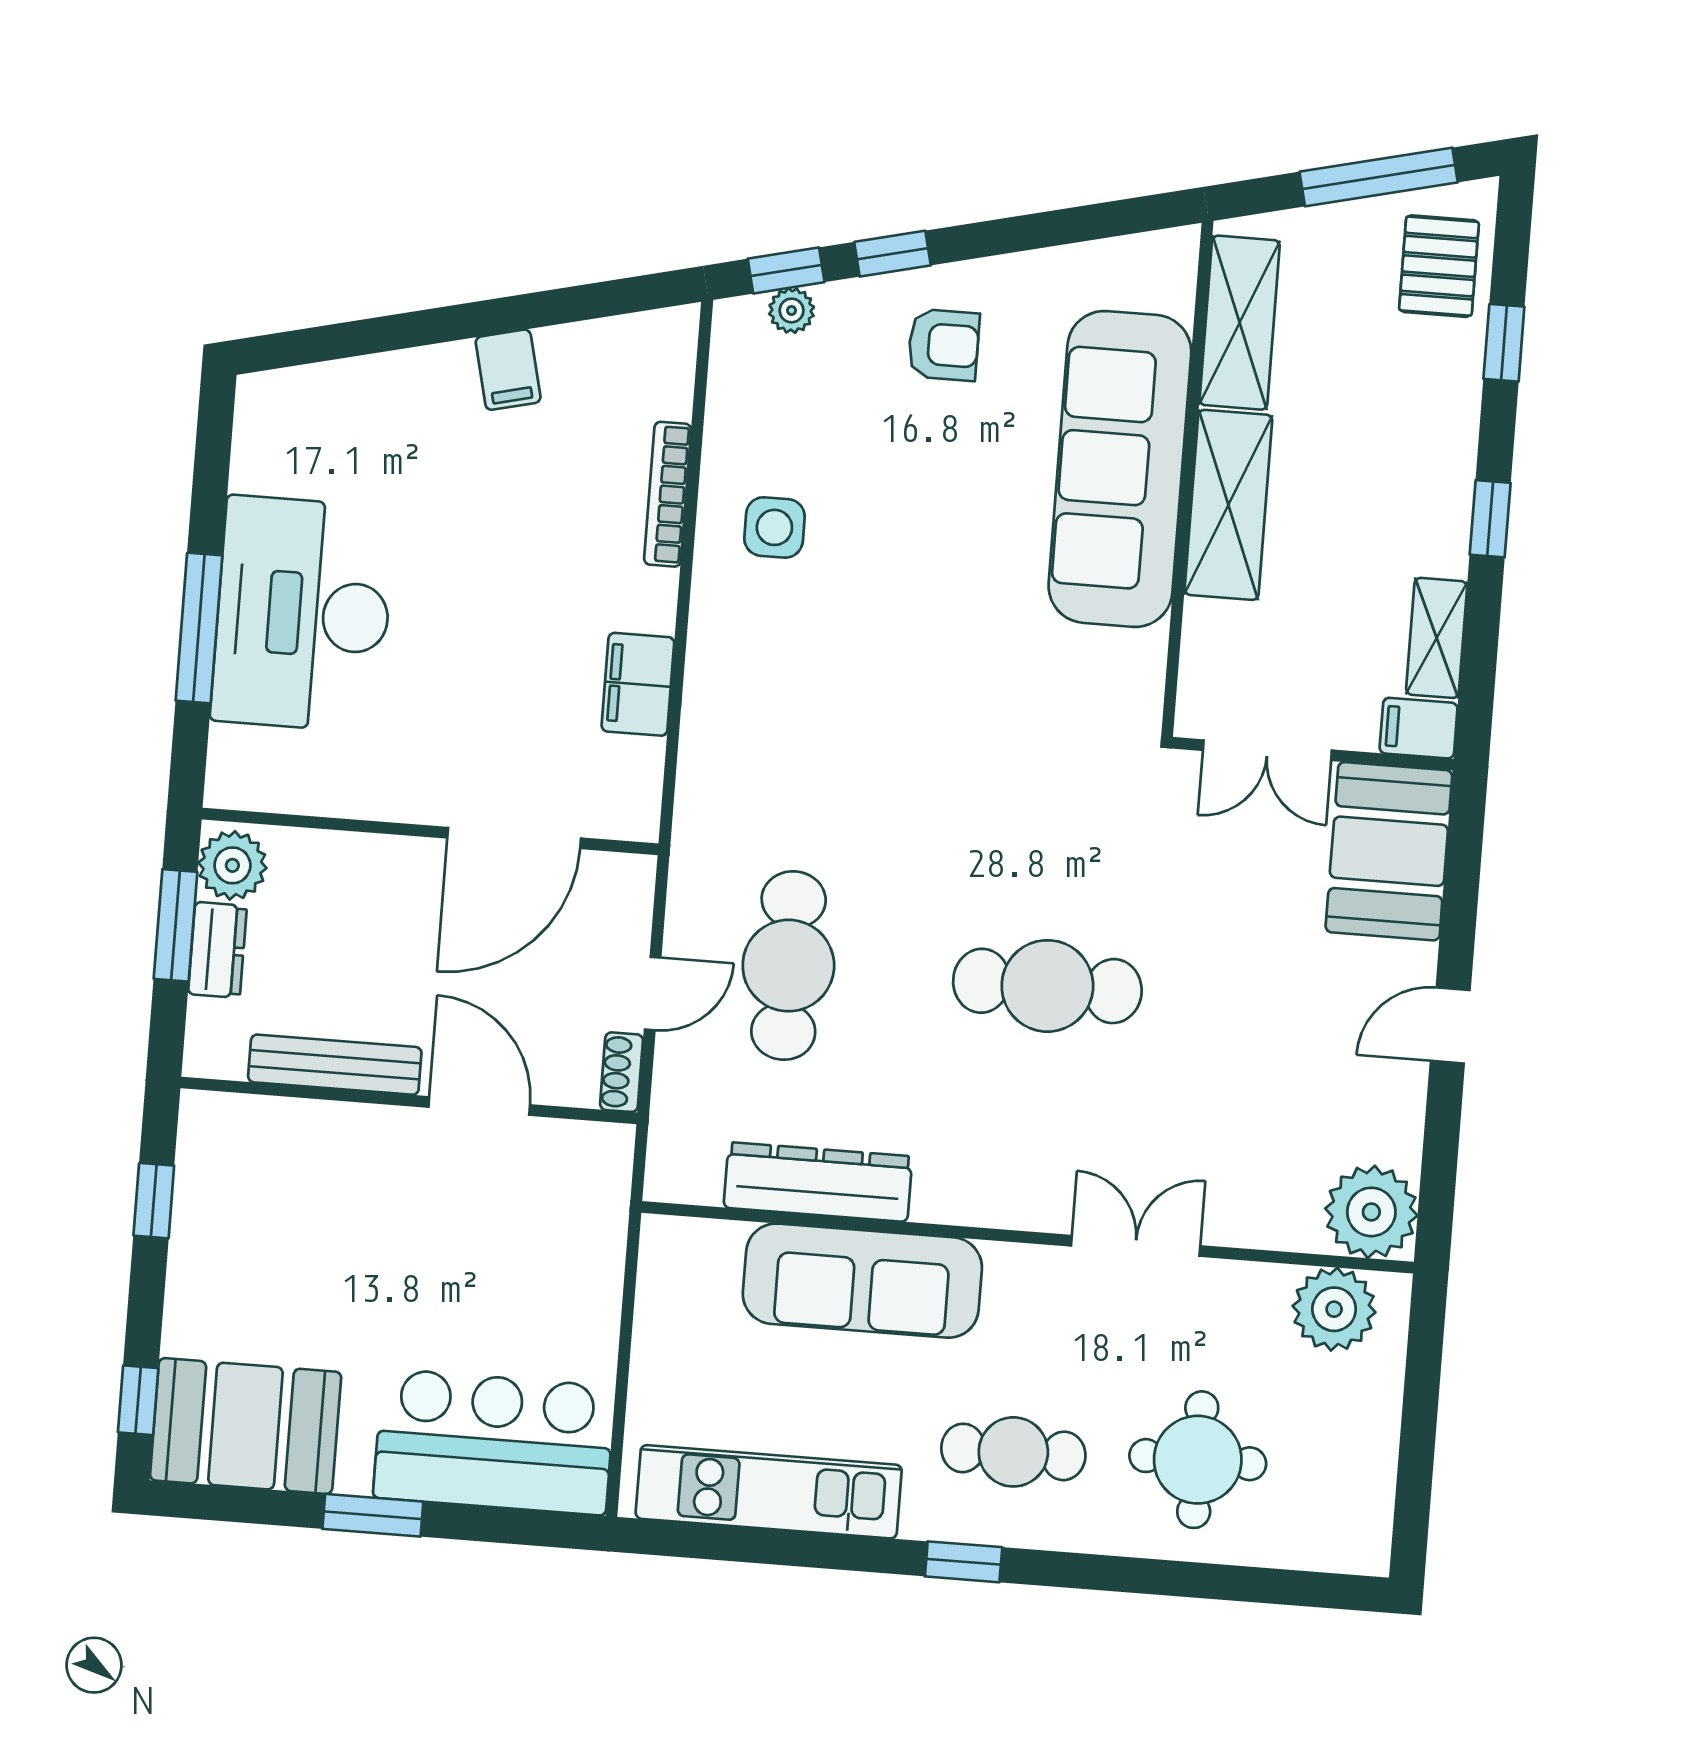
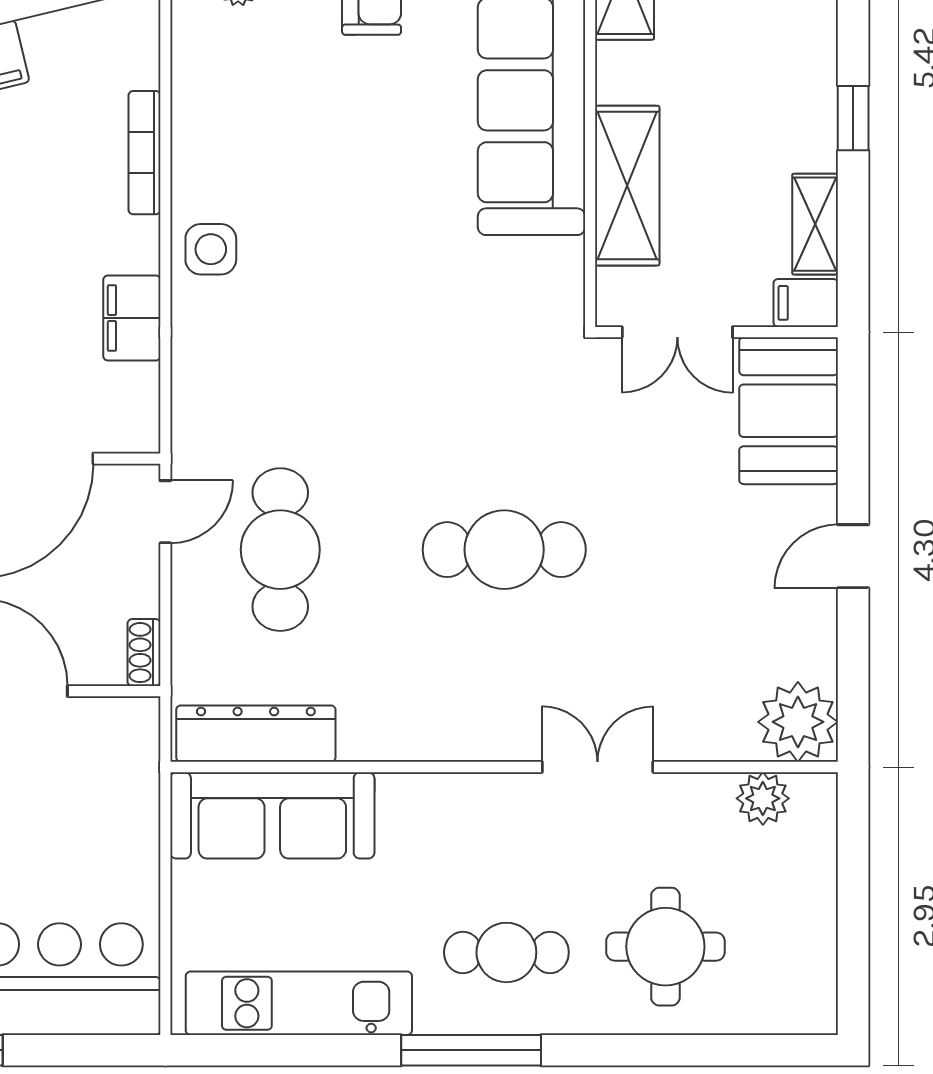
shelving: (1228, 505) -> (627, 186), moved
side table: (774, 527) -> (211, 249), moved
door: (653, 994) -> (165, 512), moved
dresser: (818, 1182) -> (256, 734), moved
sofa: (862, 1281) -> (272, 815), moved
plant: (1334, 1309) -> (763, 798), width x0.73, depth x0.73
window: (964, 1562) -> (471, 1050), width x2.17

